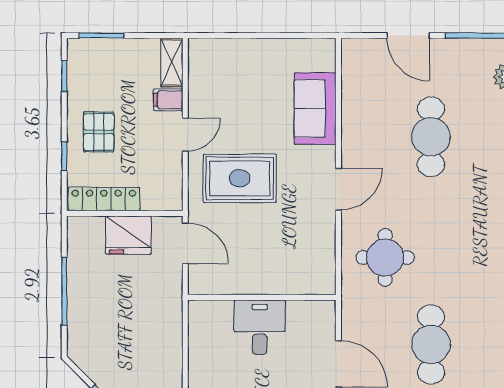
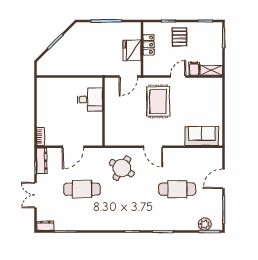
sofa: (315, 109) -> (202, 136), moved
pallet: (99, 132) -> (179, 37), turned 90
door: (185, 135) -> (178, 76), swing flipped
locker: (104, 199) -> (149, 45), width x0.66
round table: (385, 258) -> (122, 168), turned 31
desk: (260, 327) -> (90, 99), moved

